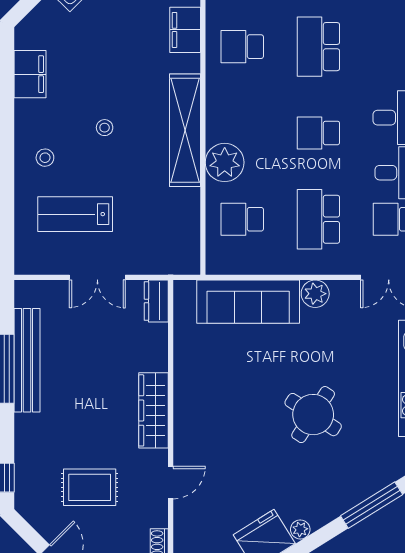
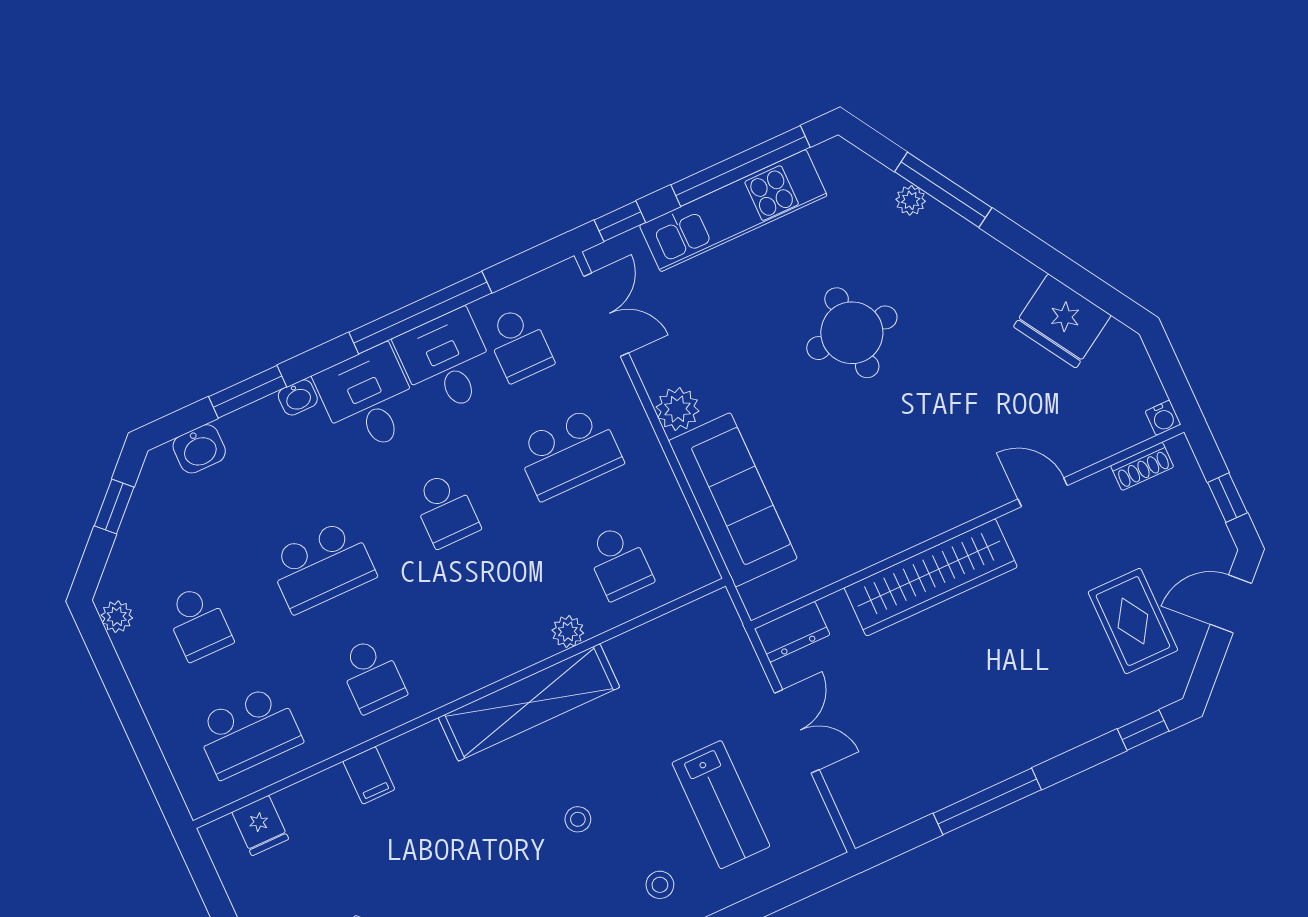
filing cabinet: (185, 30) -> (369, 775), width x0.50
plant: (225, 162) -> (568, 632), width x0.53, depth x0.53
bench: (27, 360) -> (962, 778), removed
wardrobe: (153, 410) -> (931, 577), width x1.40, depth x1.17
round table: (313, 415) -> (852, 333), turned -33
rug: (90, 487) -> (1133, 621), moved
plant: (300, 529) -> (911, 200), moved

